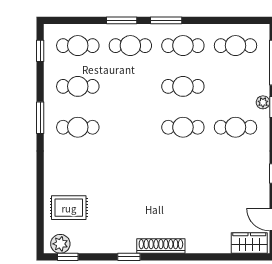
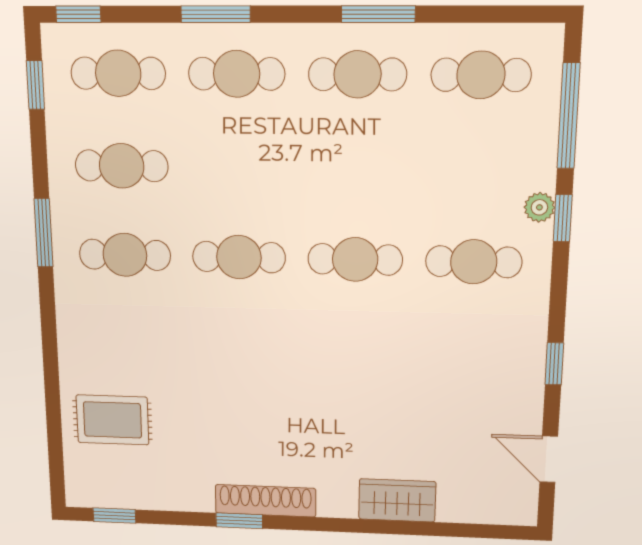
window: (61, 20) -> (78, 14), added
window: (166, 20) -> (378, 14), moved
cafe table: (183, 86) -> (239, 257), moved
wardrobe: (249, 243) -> (397, 500), moved
plant: (60, 244) -> (98, 490), removed
shoe rack: (161, 246) -> (265, 501), moved

